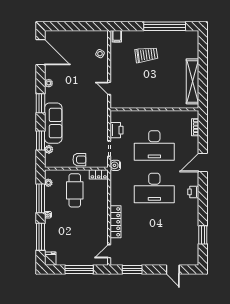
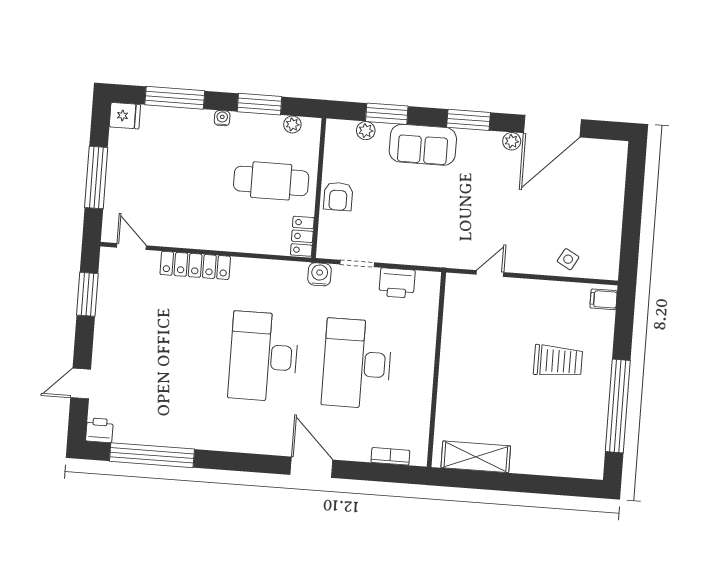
door: (40, 52) -> (552, 126), moved
trolley: (146, 55) -> (558, 361), turned -82
shelving: (192, 81) -> (476, 457), width x0.68
sofa: (53, 123) -> (423, 145), width x0.73
printer: (193, 192) -> (99, 430), moved
window: (40, 198) -> (260, 104), width x0.69
window: (203, 235) -> (152, 455), width x2.11

